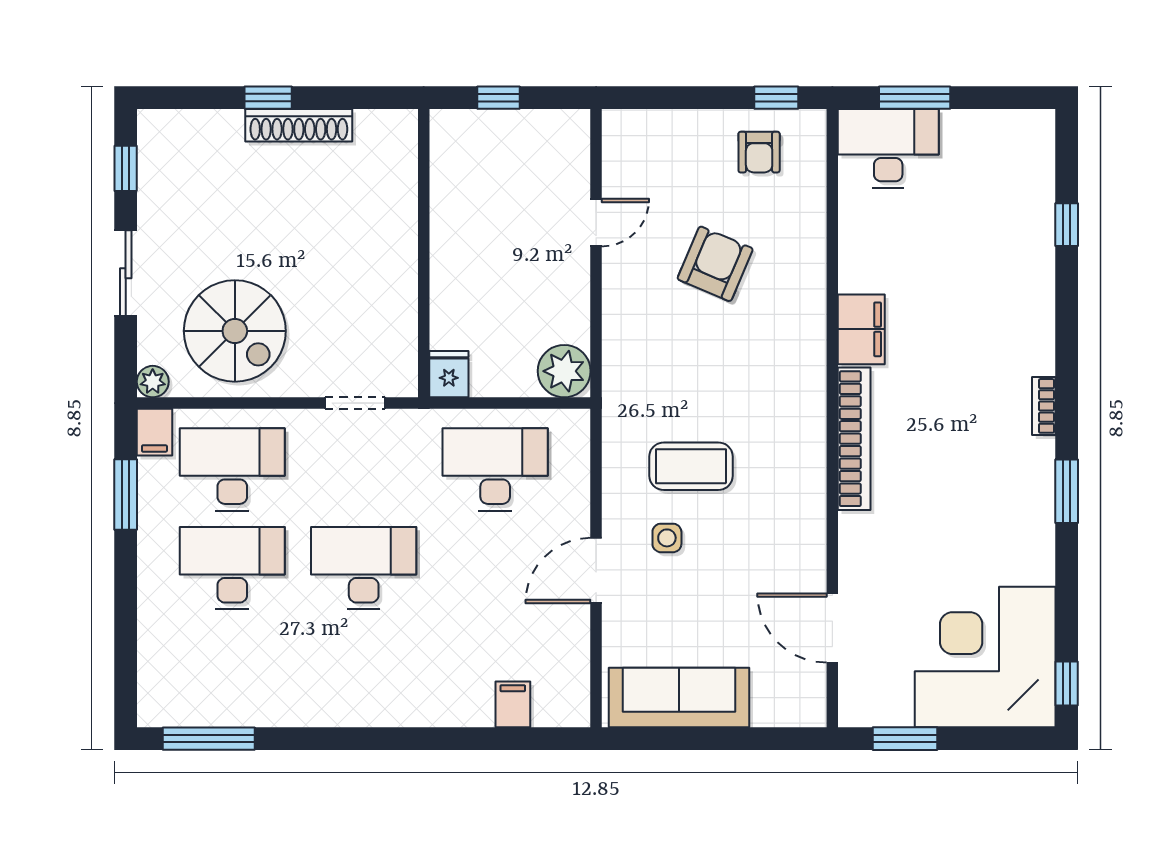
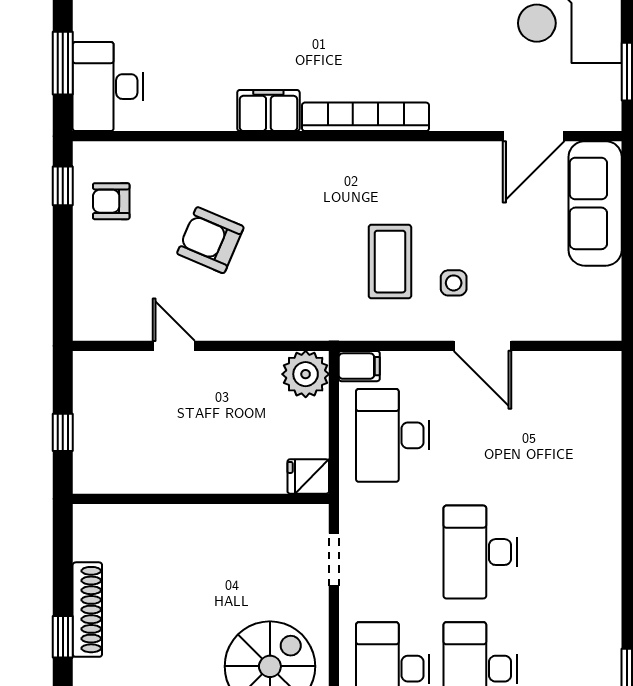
armchair: (759, 152) -> (111, 201), turned 180
sofa: (679, 697) -> (595, 203), moved
filing cabinet: (513, 704) -> (359, 366), moved, turned 180

